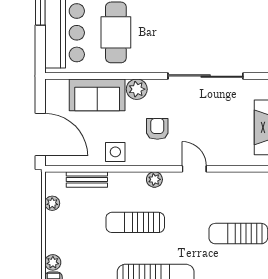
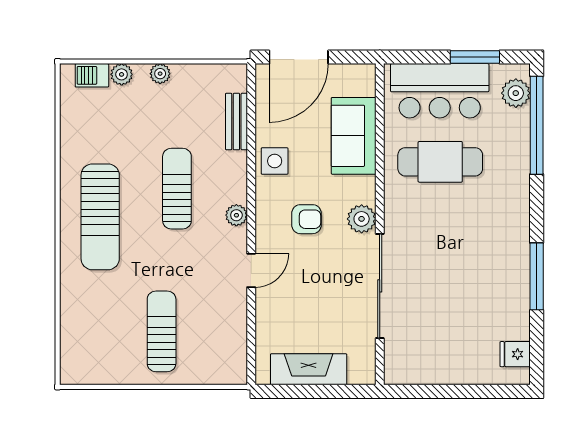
plant: (137, 89) -> (362, 219), moved
plant: (52, 203) -> (160, 74), moved

